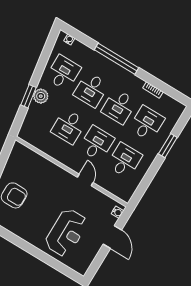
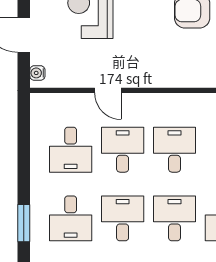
desk: (97, 143) -> (123, 150), turned 180
window: (168, 146) -> (24, 223), moved

